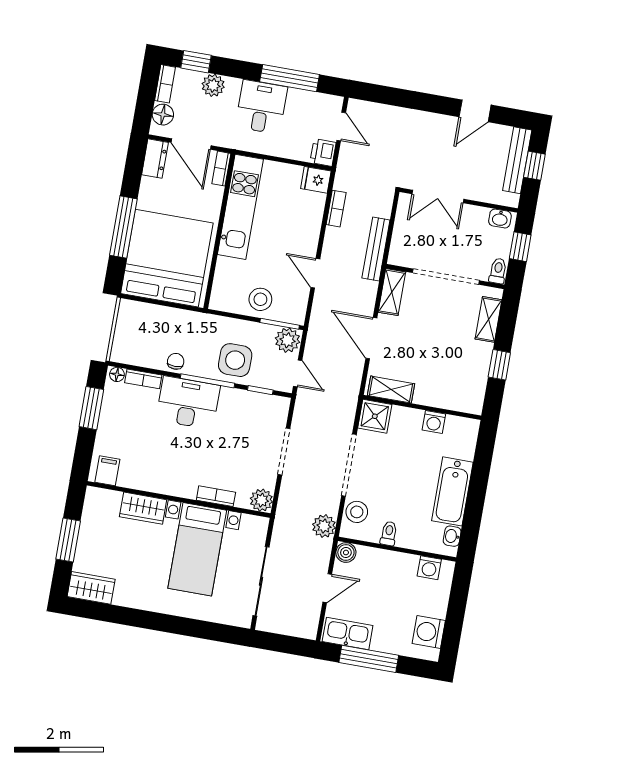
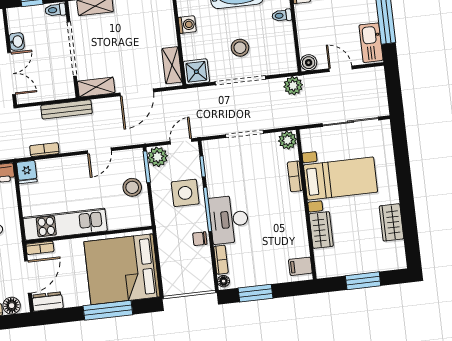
washbasin: (500, 219) -> (17, 42), moved
stool: (357, 512) -> (240, 48), moved
toilet: (389, 533) -> (282, 15), moved
wardrobe: (91, 588) -> (391, 222), moved

